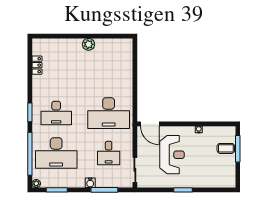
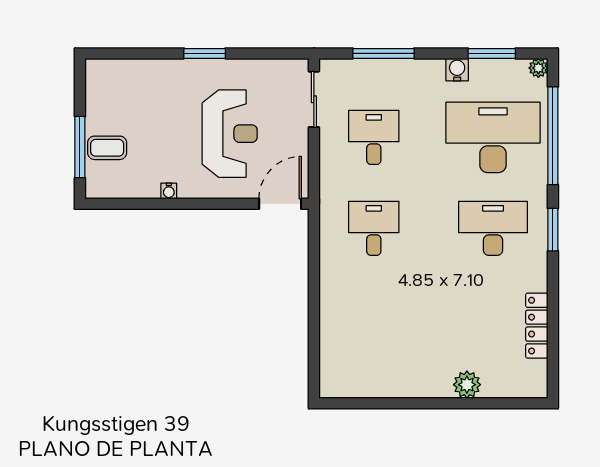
plant: (89, 44) -> (467, 385), moved
locker: (37, 65) -> (537, 326), width x1.53
desk: (109, 113) -> (374, 228), width x0.53, depth x0.77
door: (150, 124) -> (280, 204), hinge flipped
reception desk: (172, 155) -> (230, 134), turned 180
water cooler: (90, 183) -> (457, 70), moved

